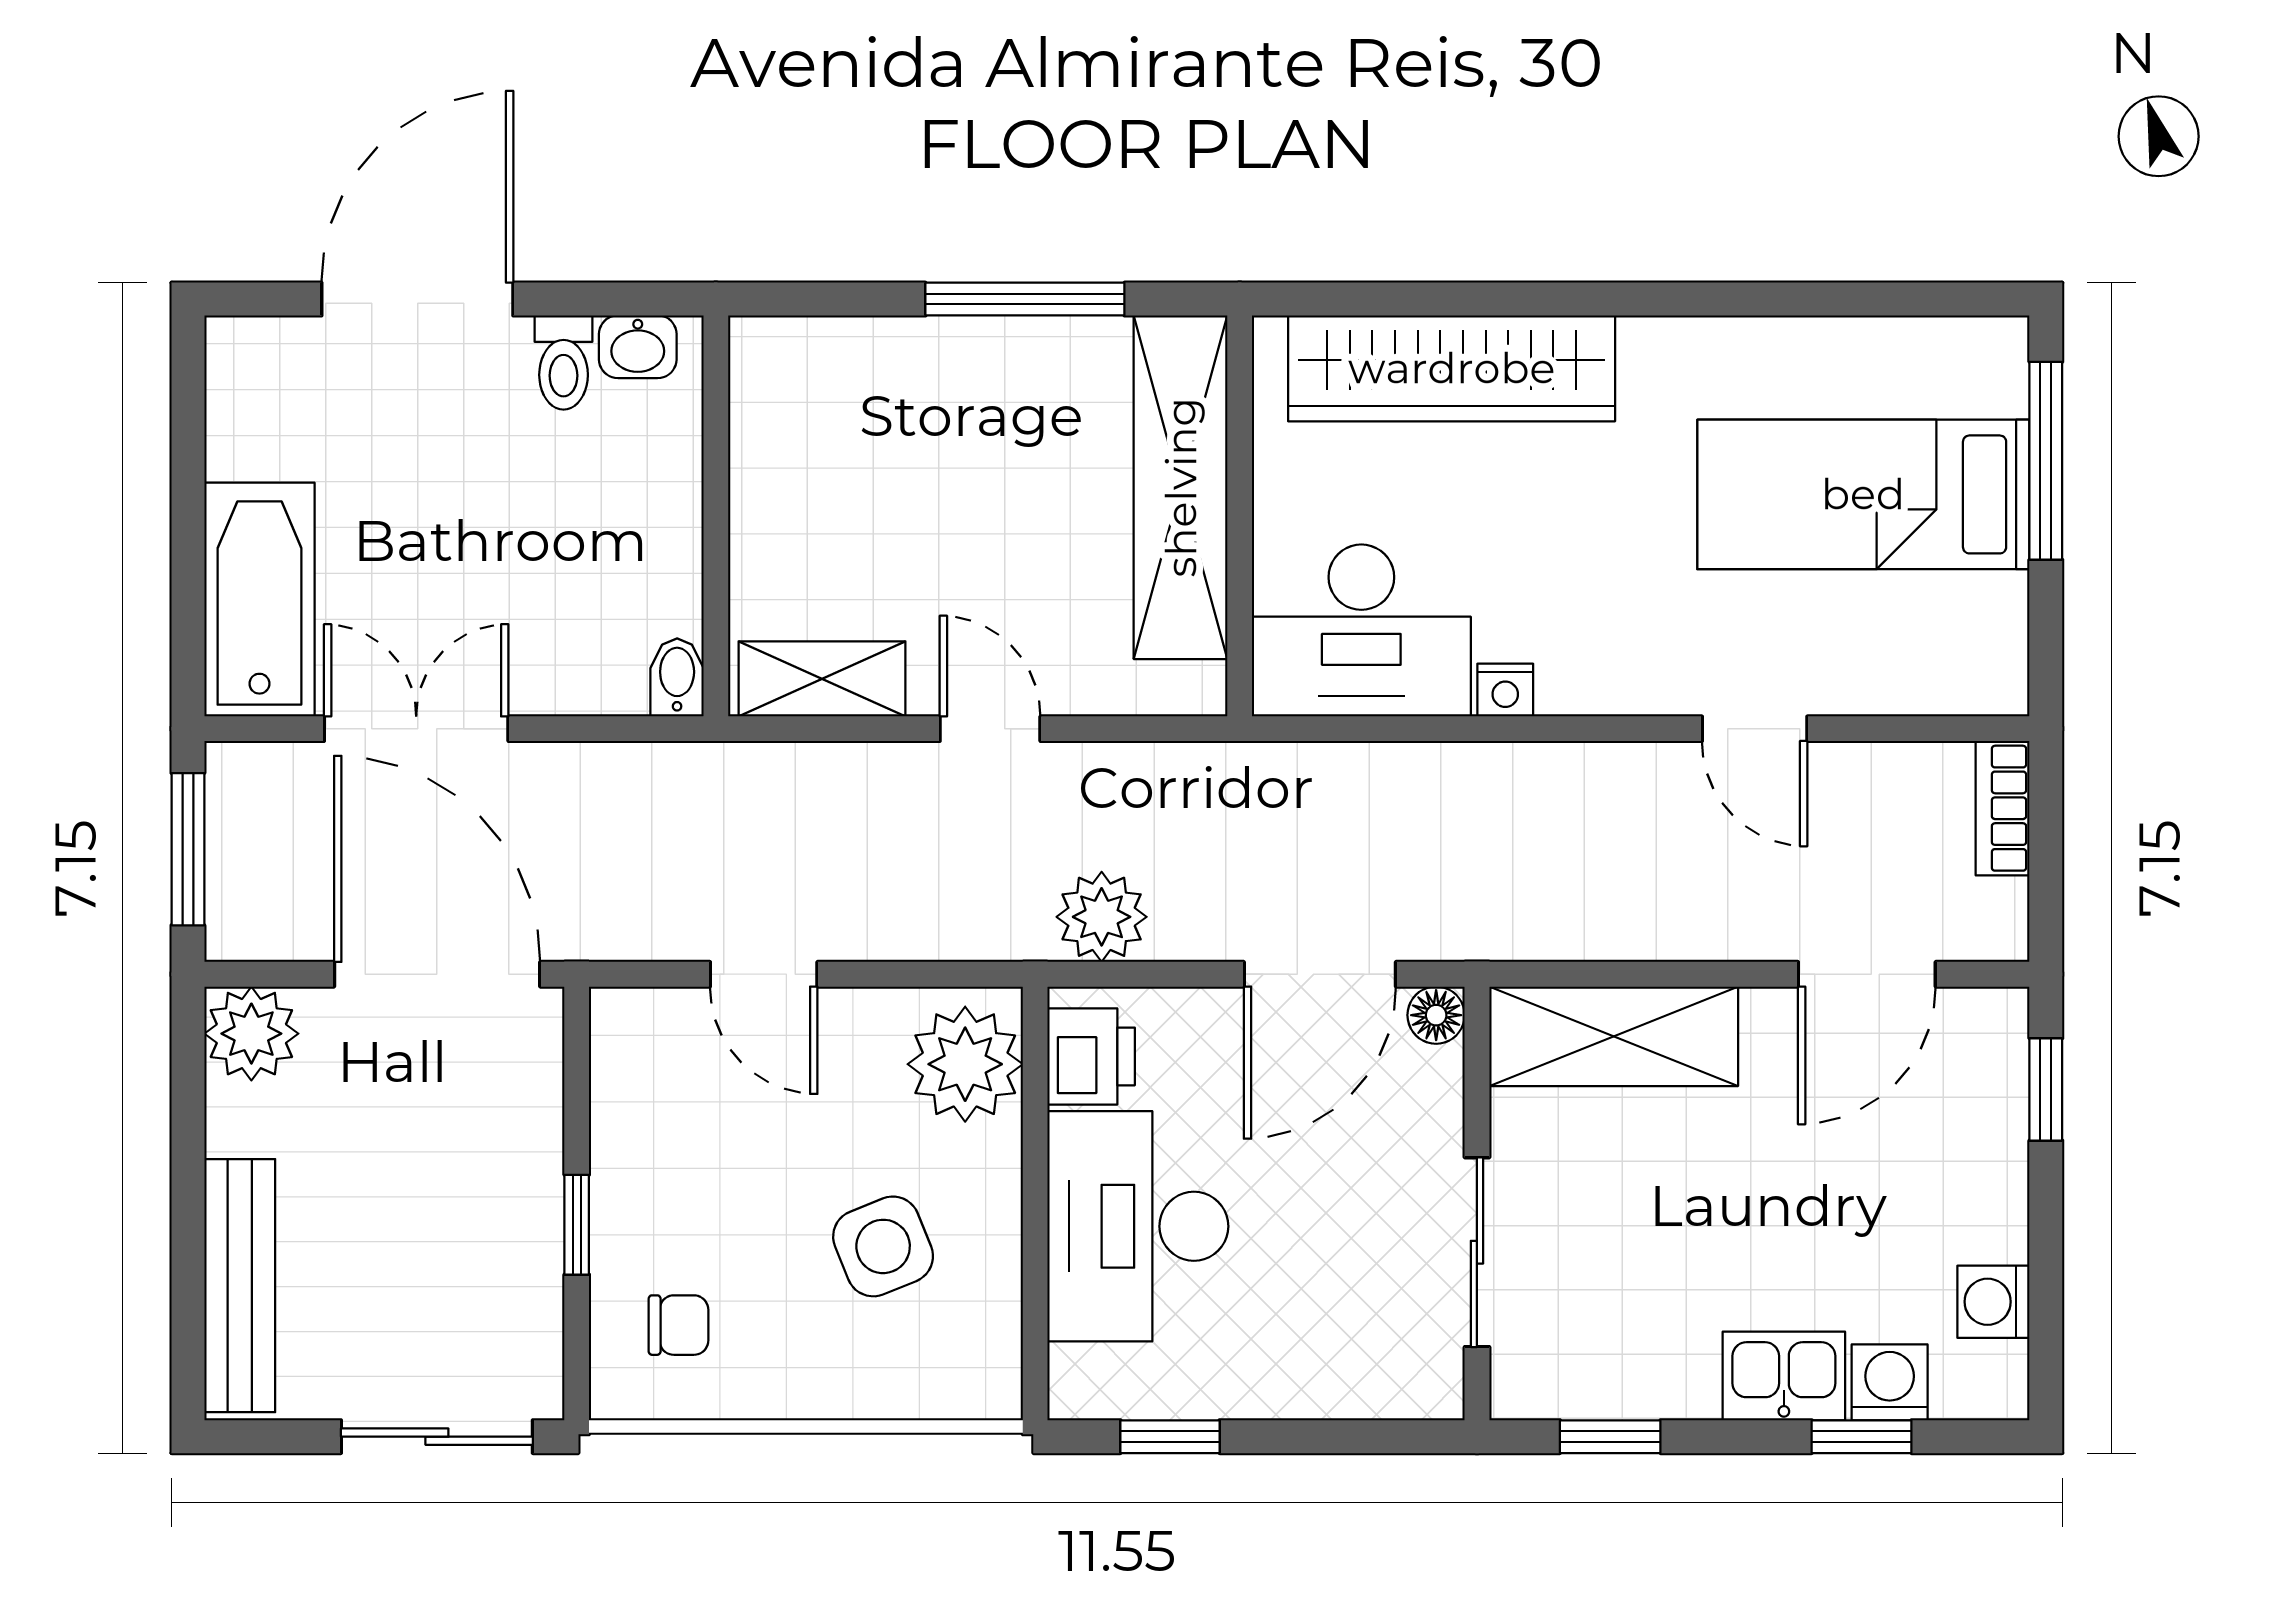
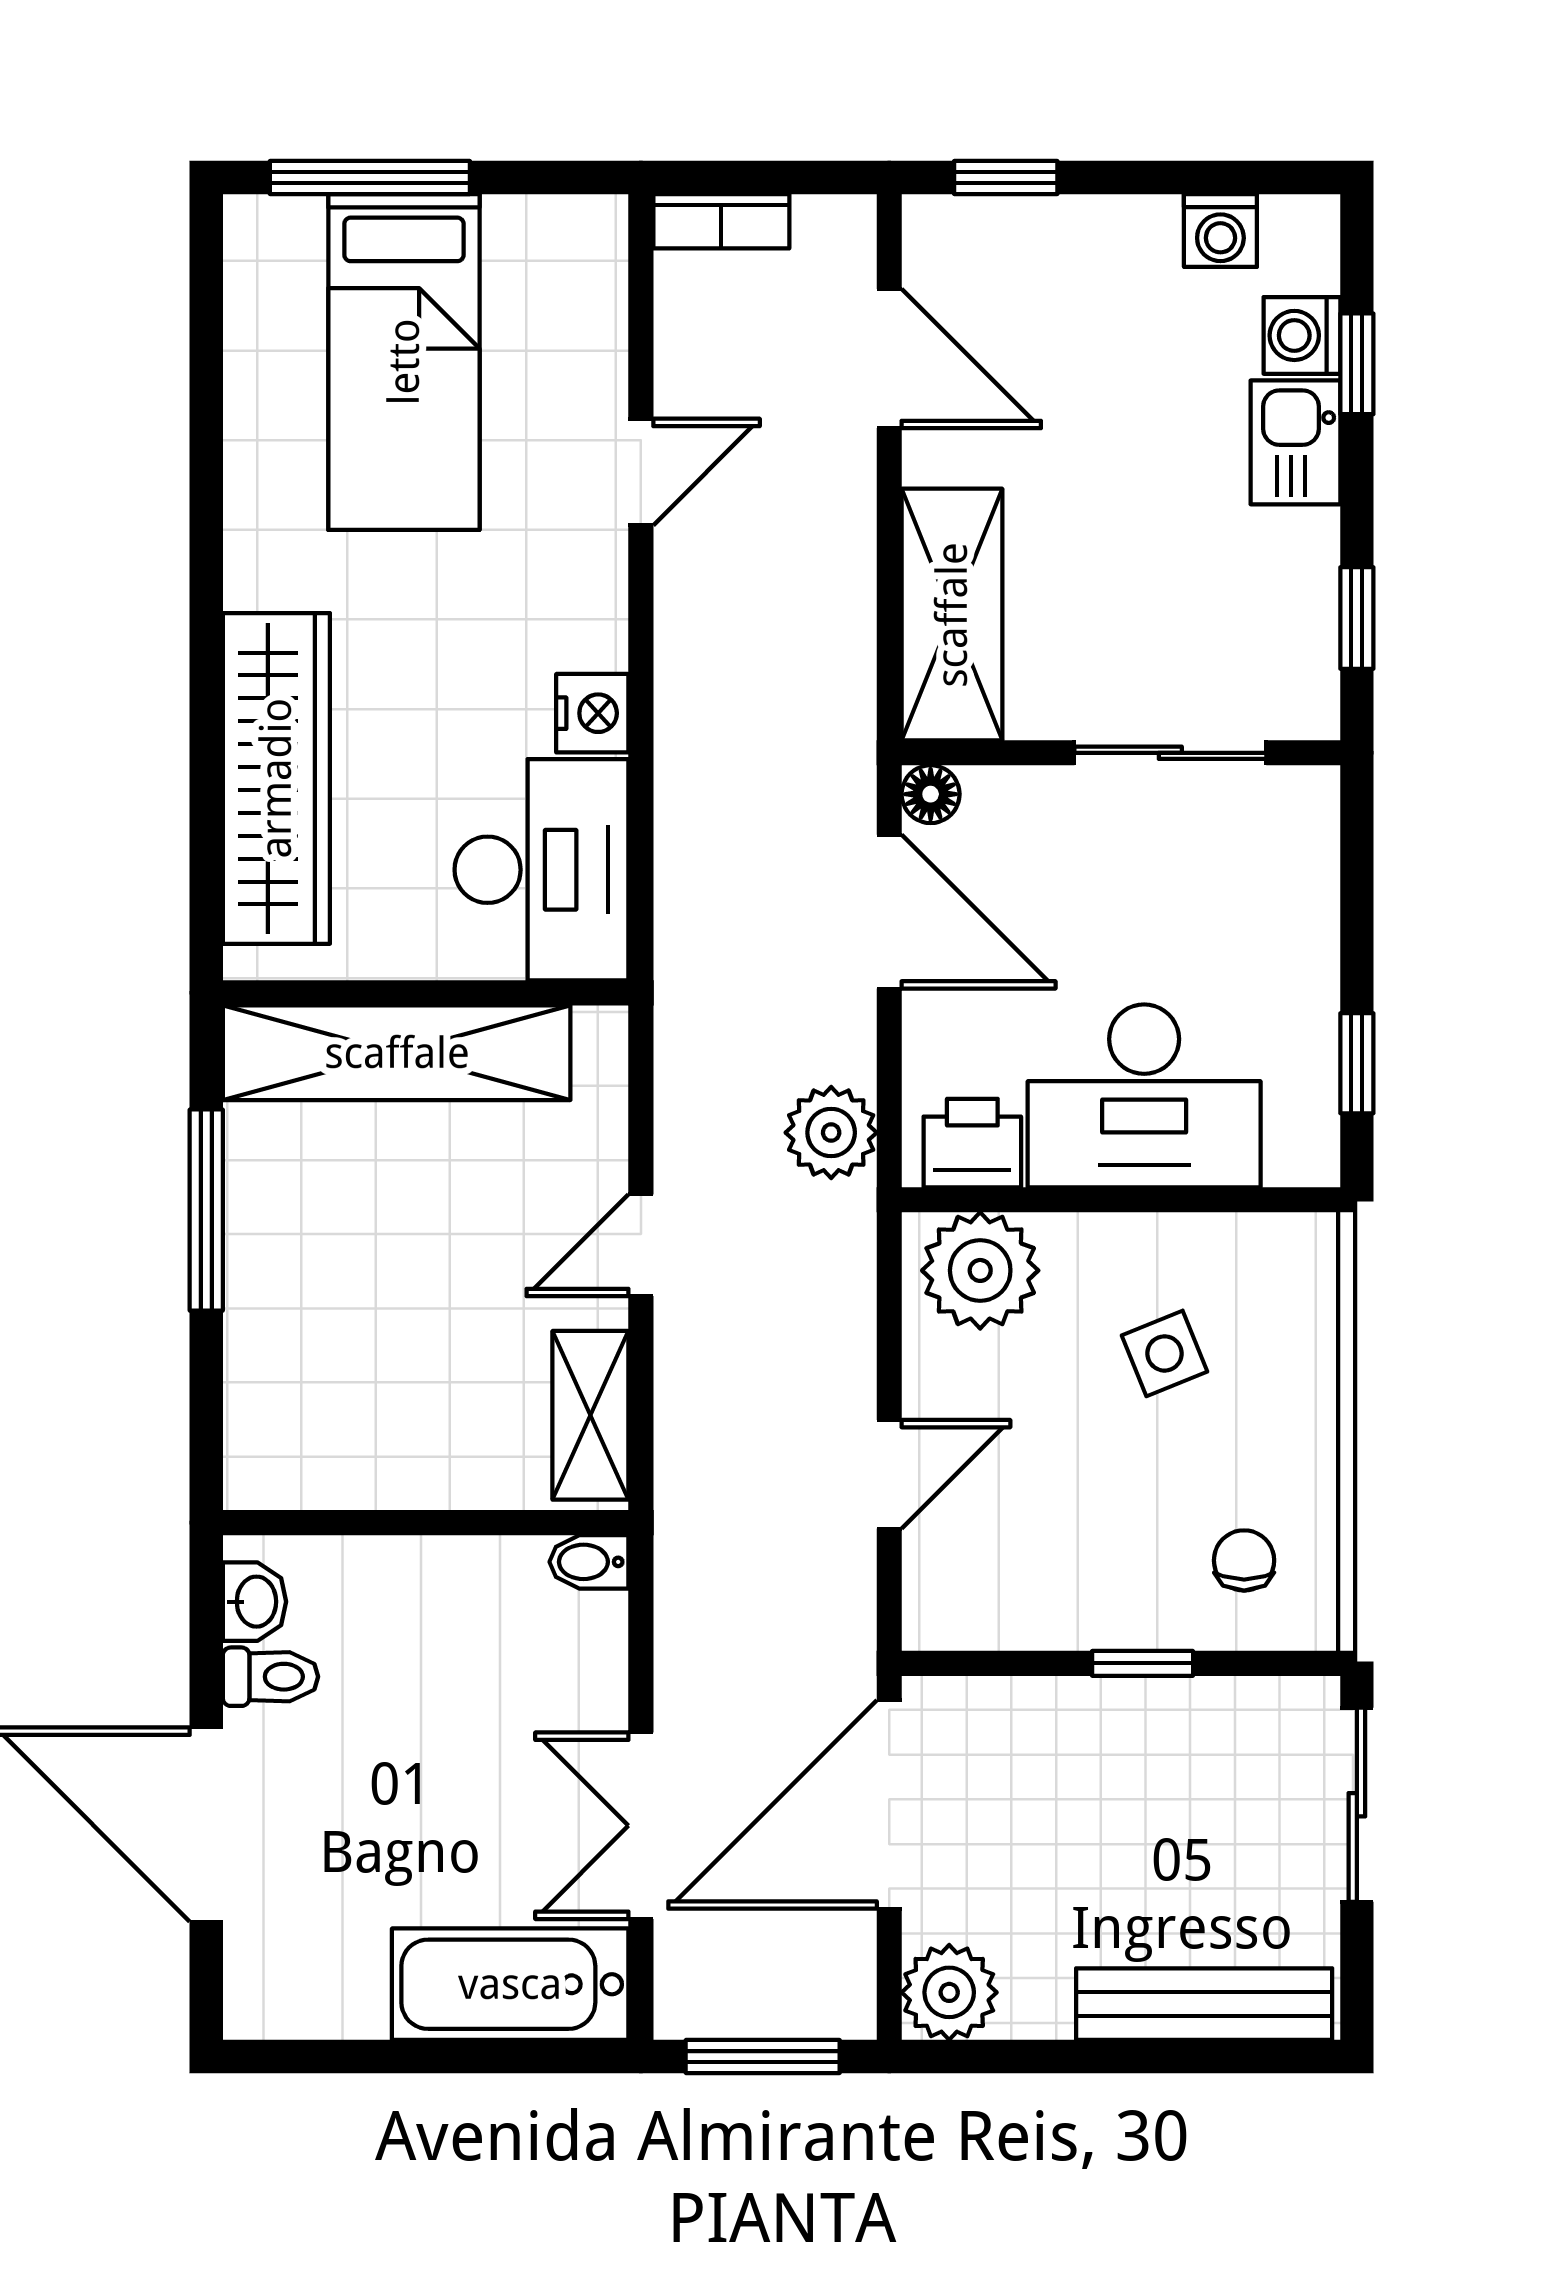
nightstand: (1505, 690) -> (592, 713), width x1.39, depth x1.35
side table: (883, 1246) -> (1164, 1353), width x0.73, depth x0.73

